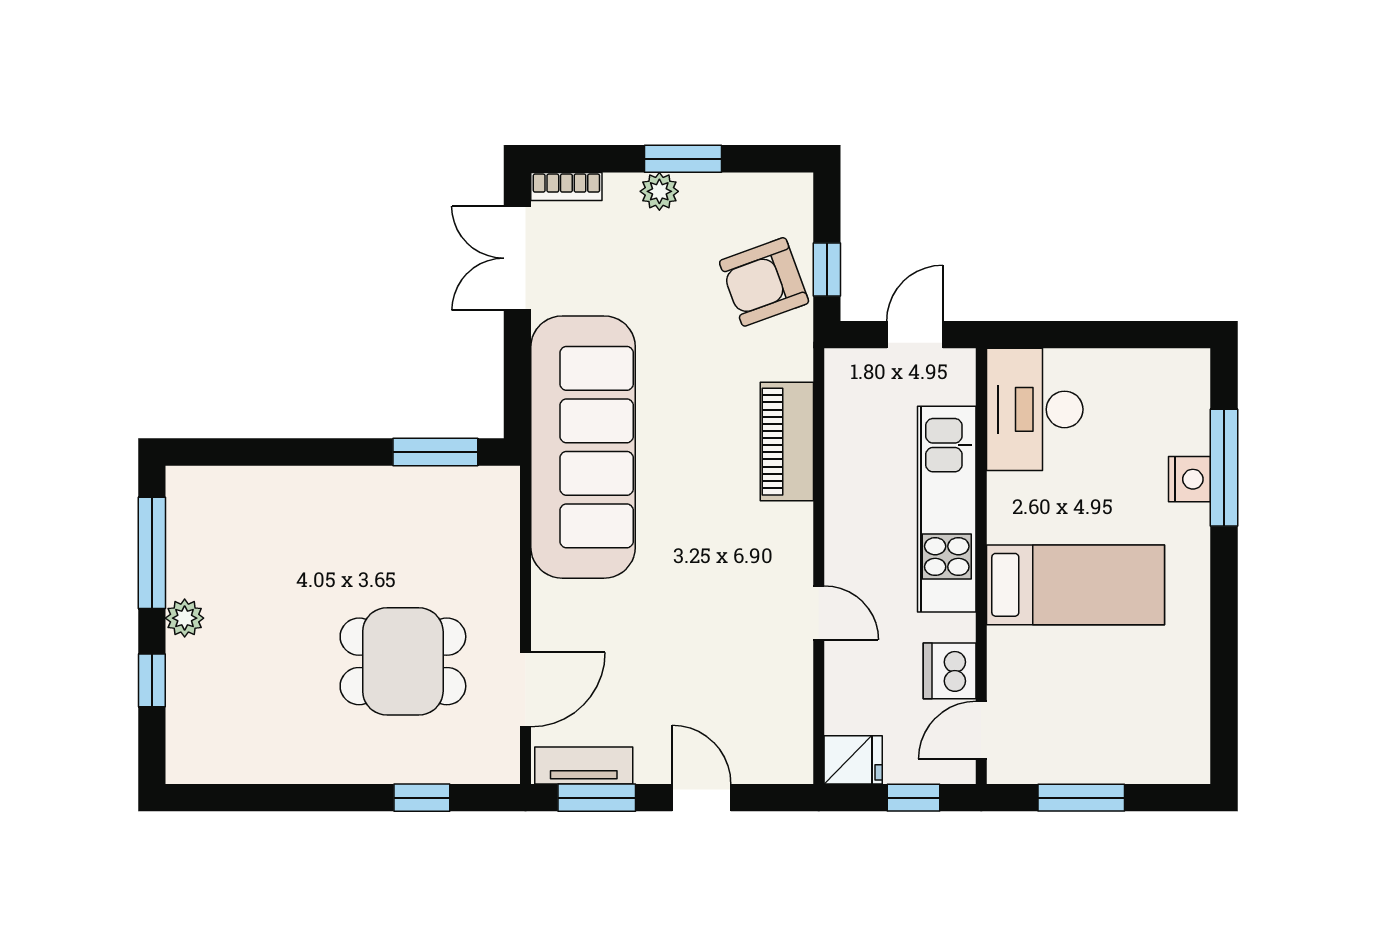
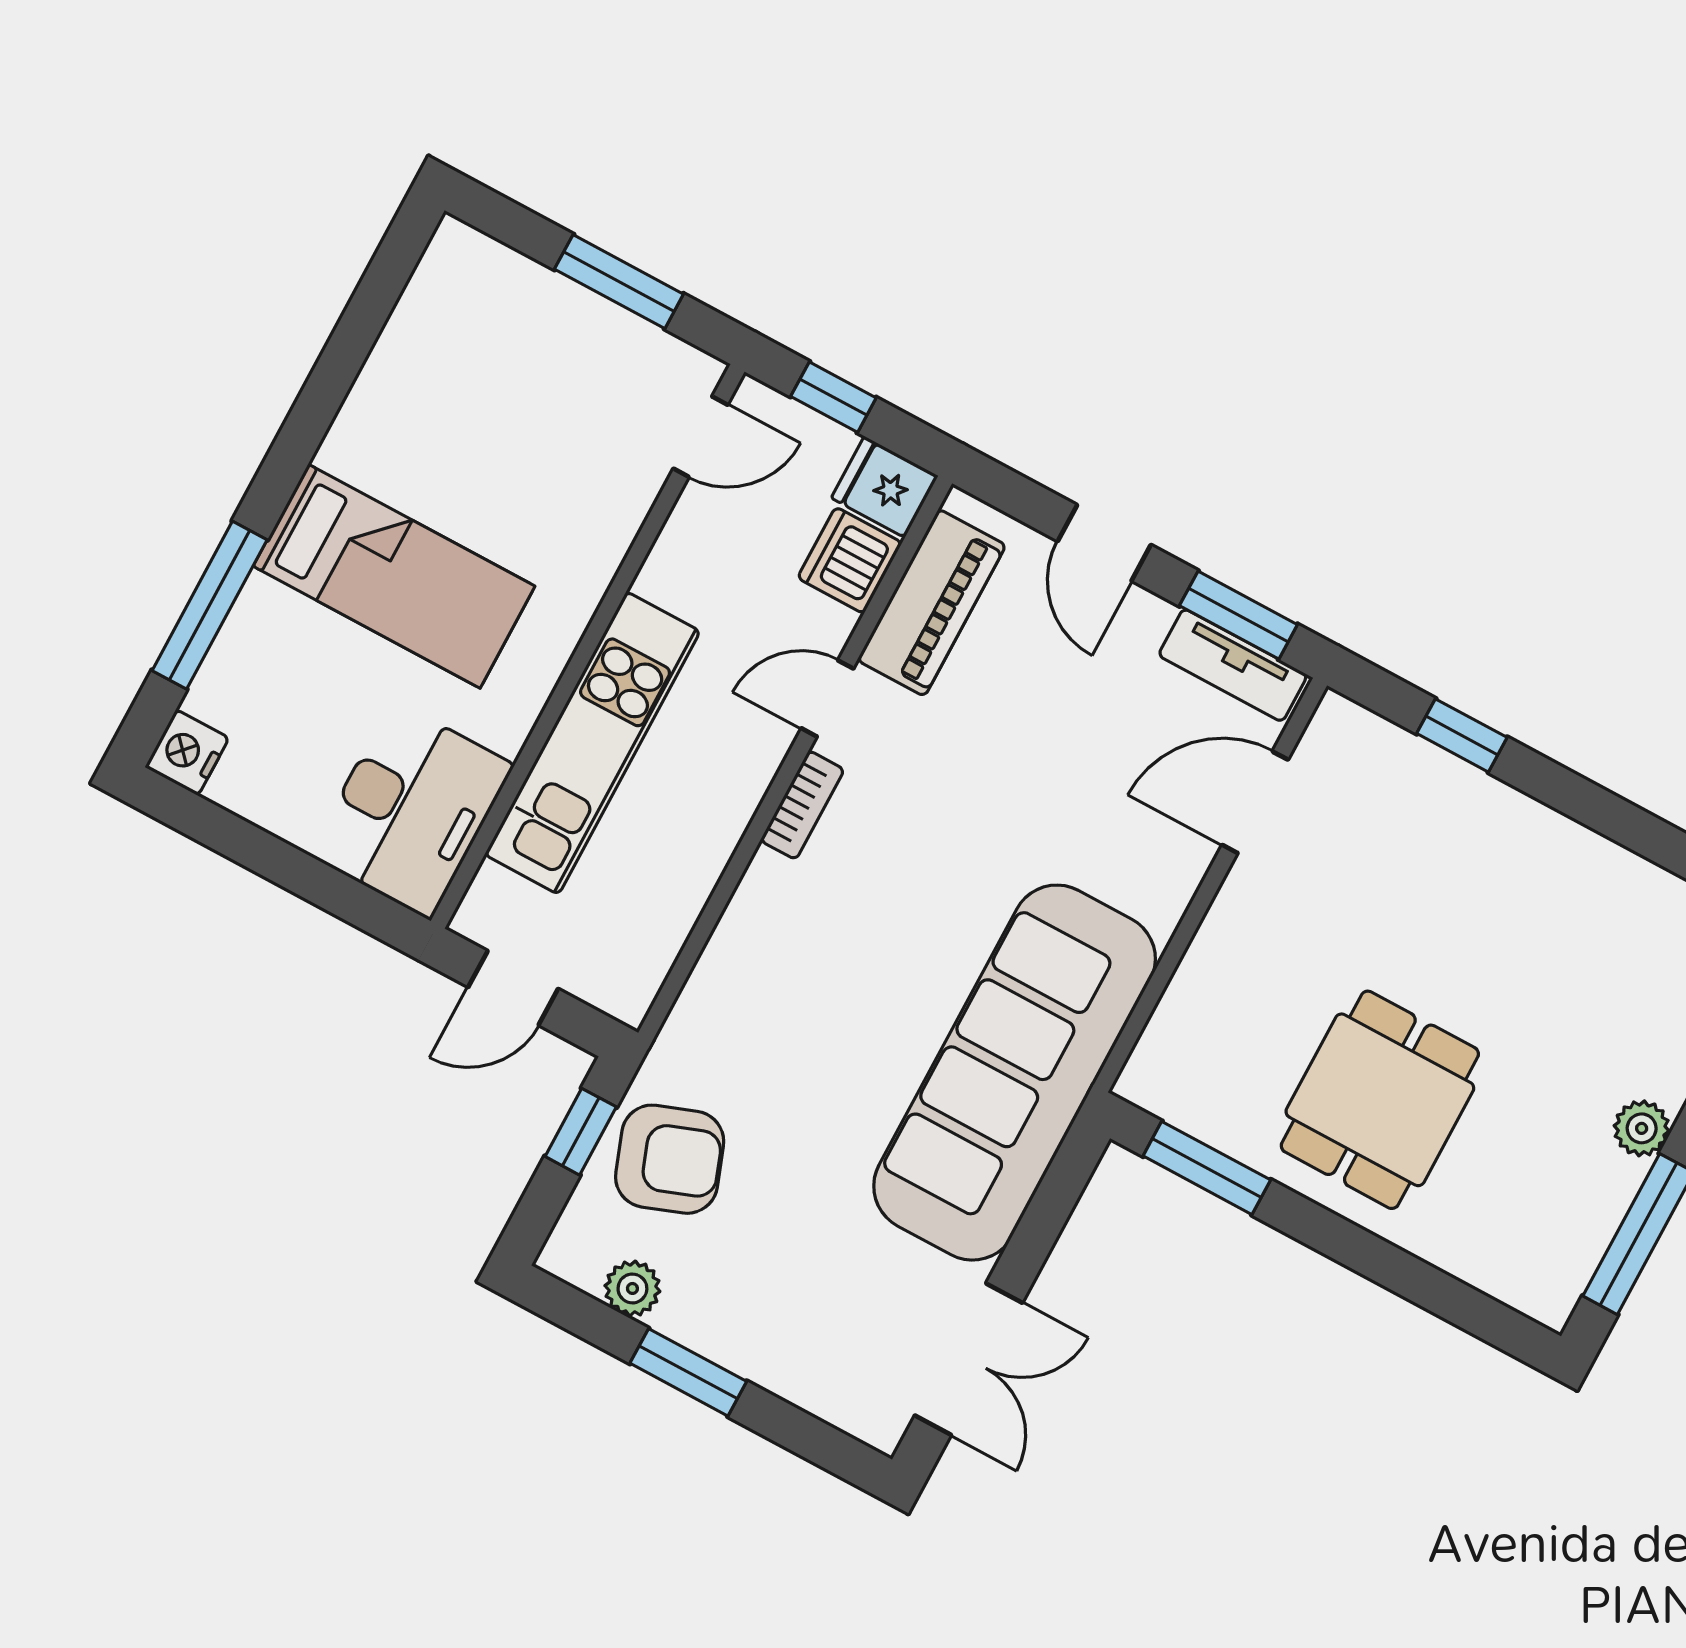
bookcase: (566, 186) -> (802, 805), moved, turned 90
plant: (659, 191) -> (632, 1288), moved
piano: (787, 442) -> (932, 603), moved
nightstand: (1190, 479) -> (187, 753), moved
bed: (1076, 585) -> (394, 576), moved, turned 180
door: (819, 613) -> (827, 698), hinge flipped
dining table: (403, 661) -> (1380, 1100), moved, turned 90
dishwasher: (950, 671) -> (850, 560), moved, turned 180

